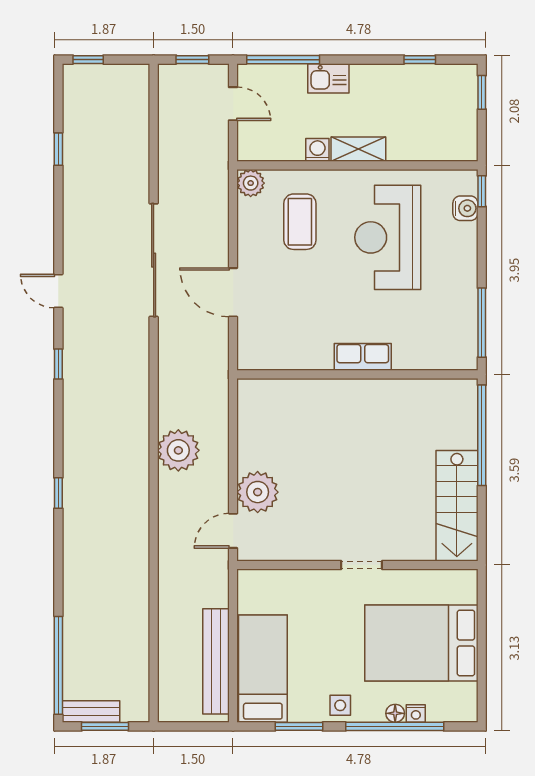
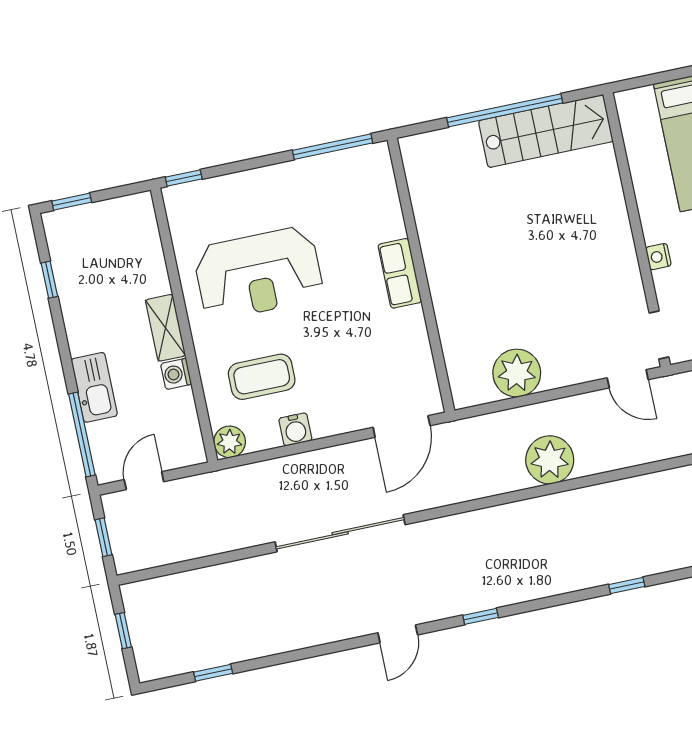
window: (88, 60) -> (123, 631), moved
kitchen sink: (328, 78) -> (94, 387), width x1.38
window: (58, 149) -> (213, 673), moved
water cooler: (465, 208) -> (295, 429), moved, turned 180
door: (233, 292) -> (402, 426), moved
window: (482, 435) -> (505, 110), moved
plant: (258, 492) -> (517, 373), moved
doorway: (362, 565) -> (659, 335), moved
nightstand: (331, 578) -> (658, 257), added

